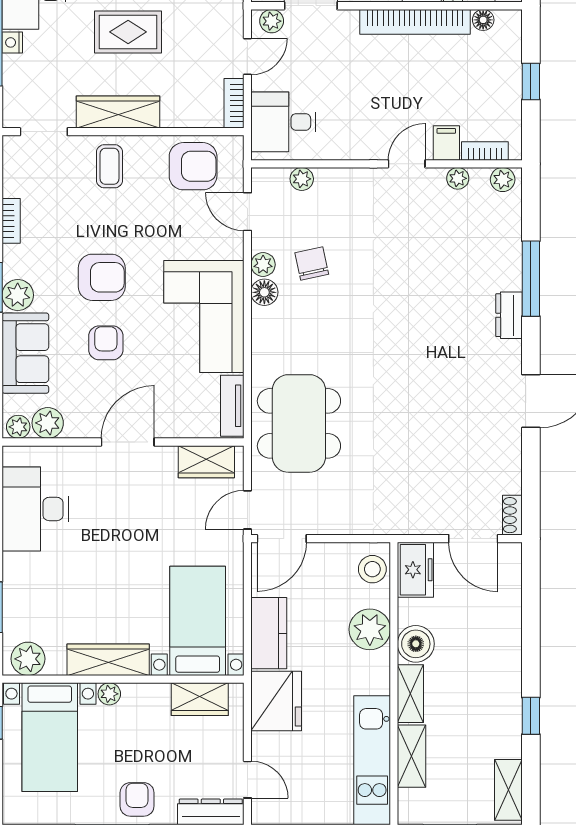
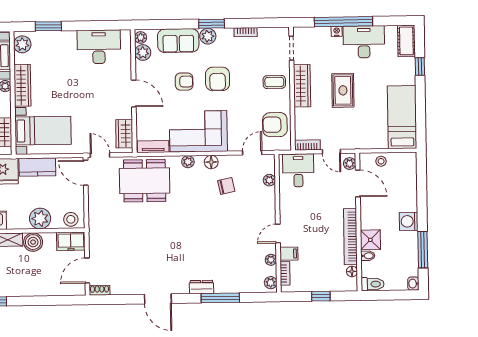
door: (407, 164) -> (278, 234), swing flipped
armchair: (193, 166) -> (275, 125), turned 90
plant: (263, 265) -> (188, 162), moved

